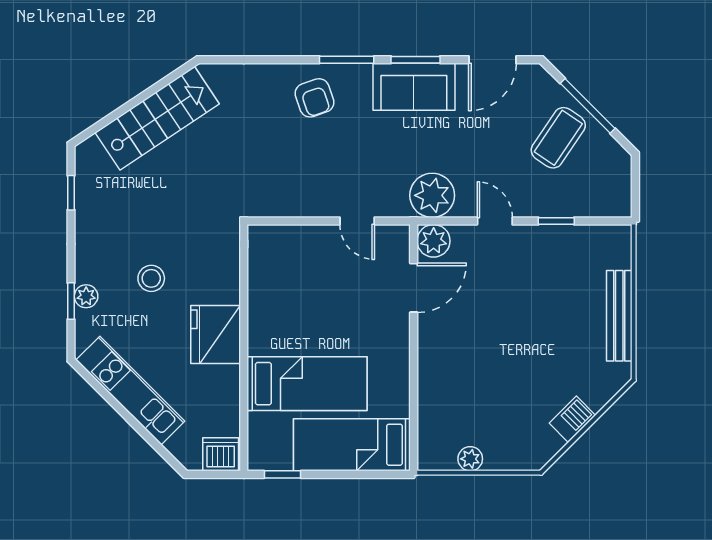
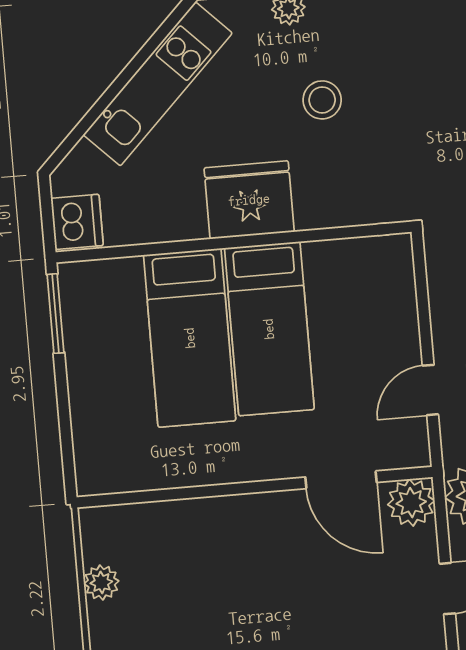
bed: (352, 445) -> (269, 329), moved, turned 180
window: (282, 474) -> (56, 314), width x1.50

